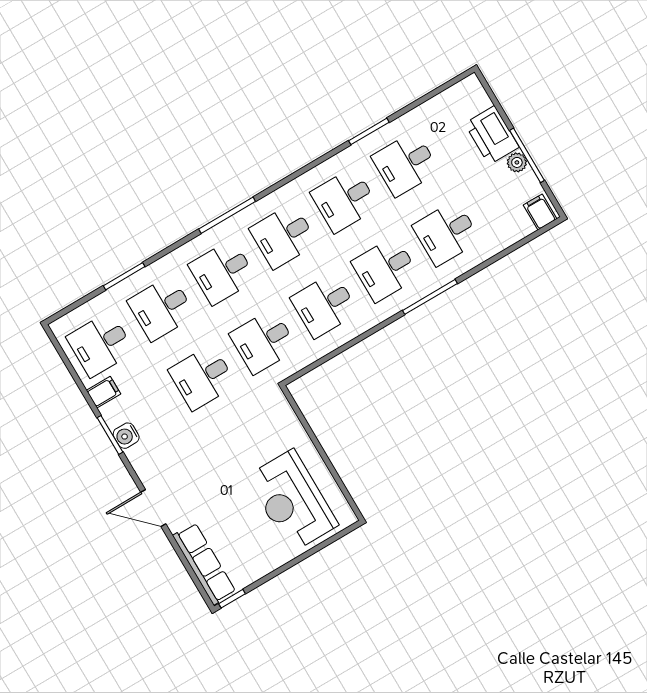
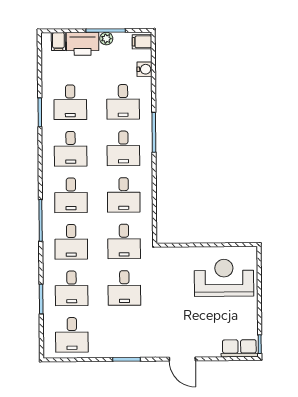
filing cabinet: (104, 392) -> (58, 42), moved, turned 180
water cooler: (126, 436) -> (144, 69), moved, turned -90
reception desk: (292, 501) -> (224, 278), turned 180
door: (153, 508) -> (182, 359), hinge flipped
row of seats: (204, 564) -> (239, 348), width x0.68

